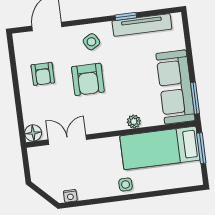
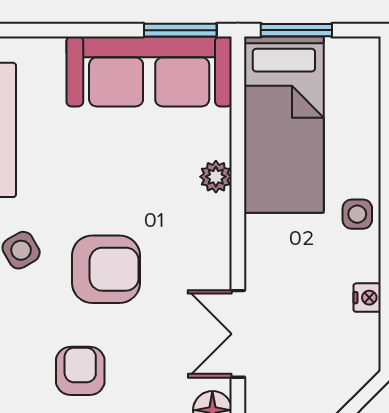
armchair: (43, 74) -> (80, 371), turned -90
nightstand: (70, 196) -> (367, 298), moved

